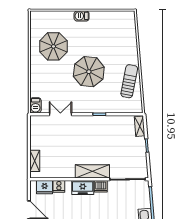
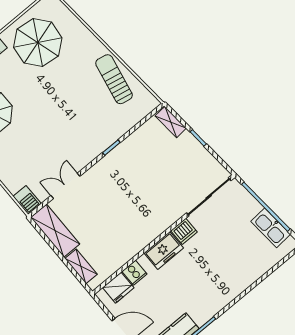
parasol: (89, 72) -> (38, 43), moved
shelving: (92, 171) -> (55, 231), moved, turned 90

